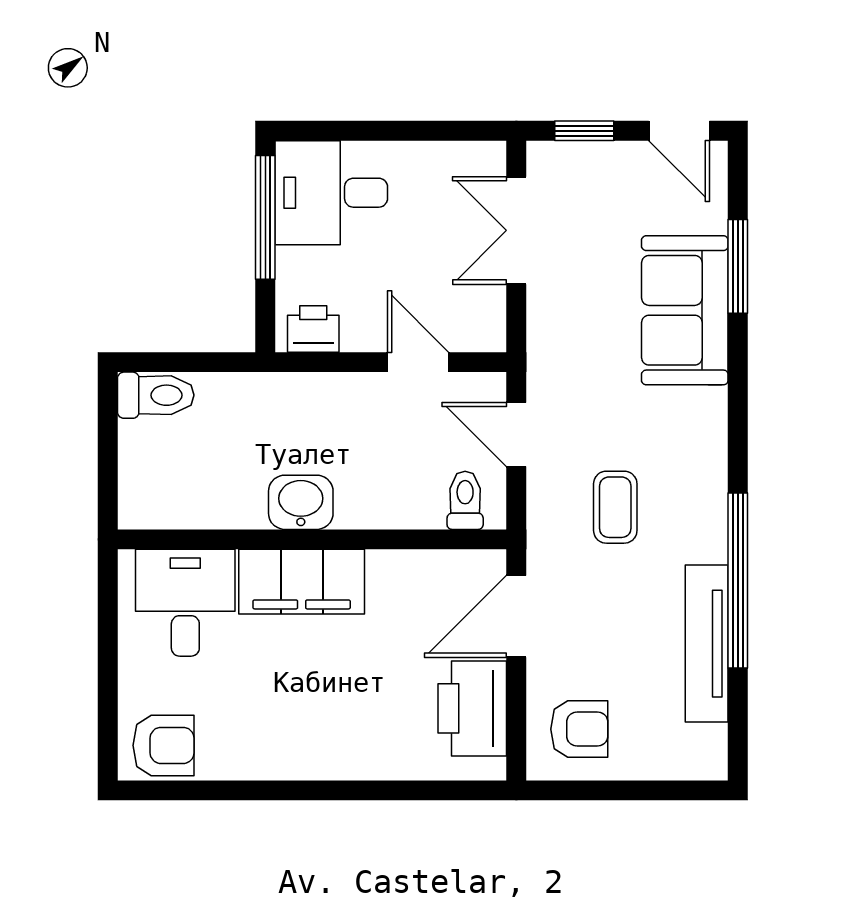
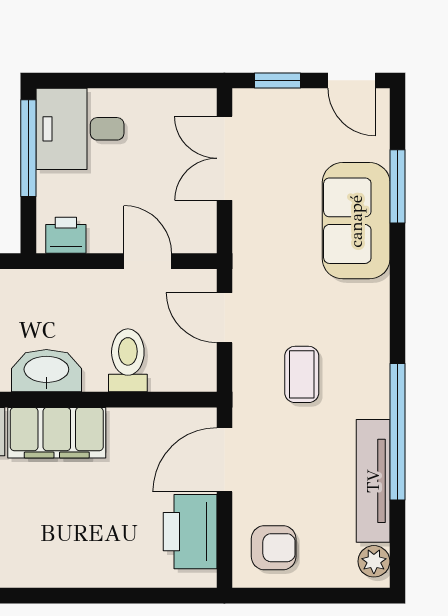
toilet: (465, 500) -> (128, 360), moved, width x1.37, depth x1.39
washbasin: (301, 502) -> (46, 371), width x1.38
plant: (708, 746) -> (374, 561), added

